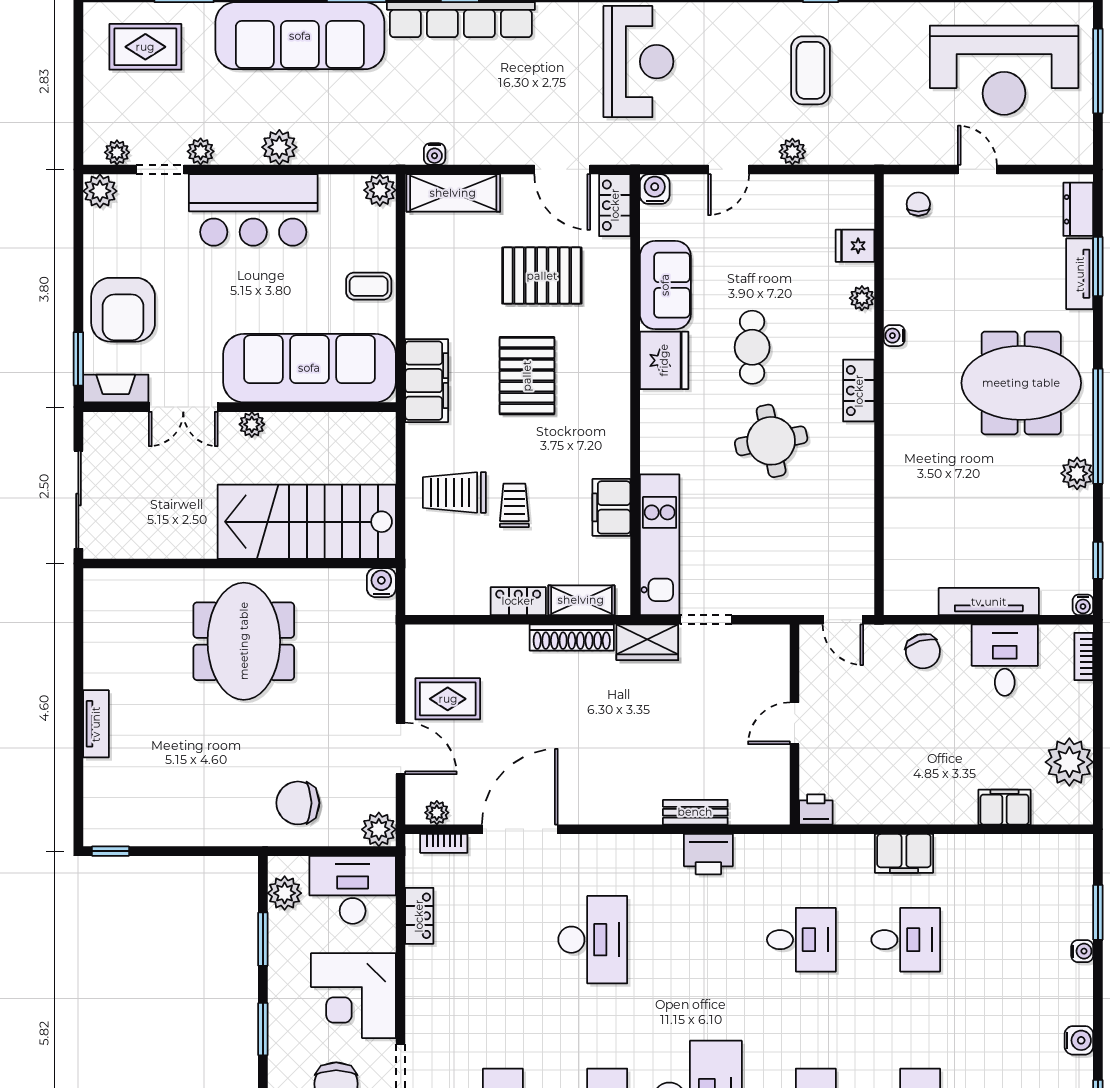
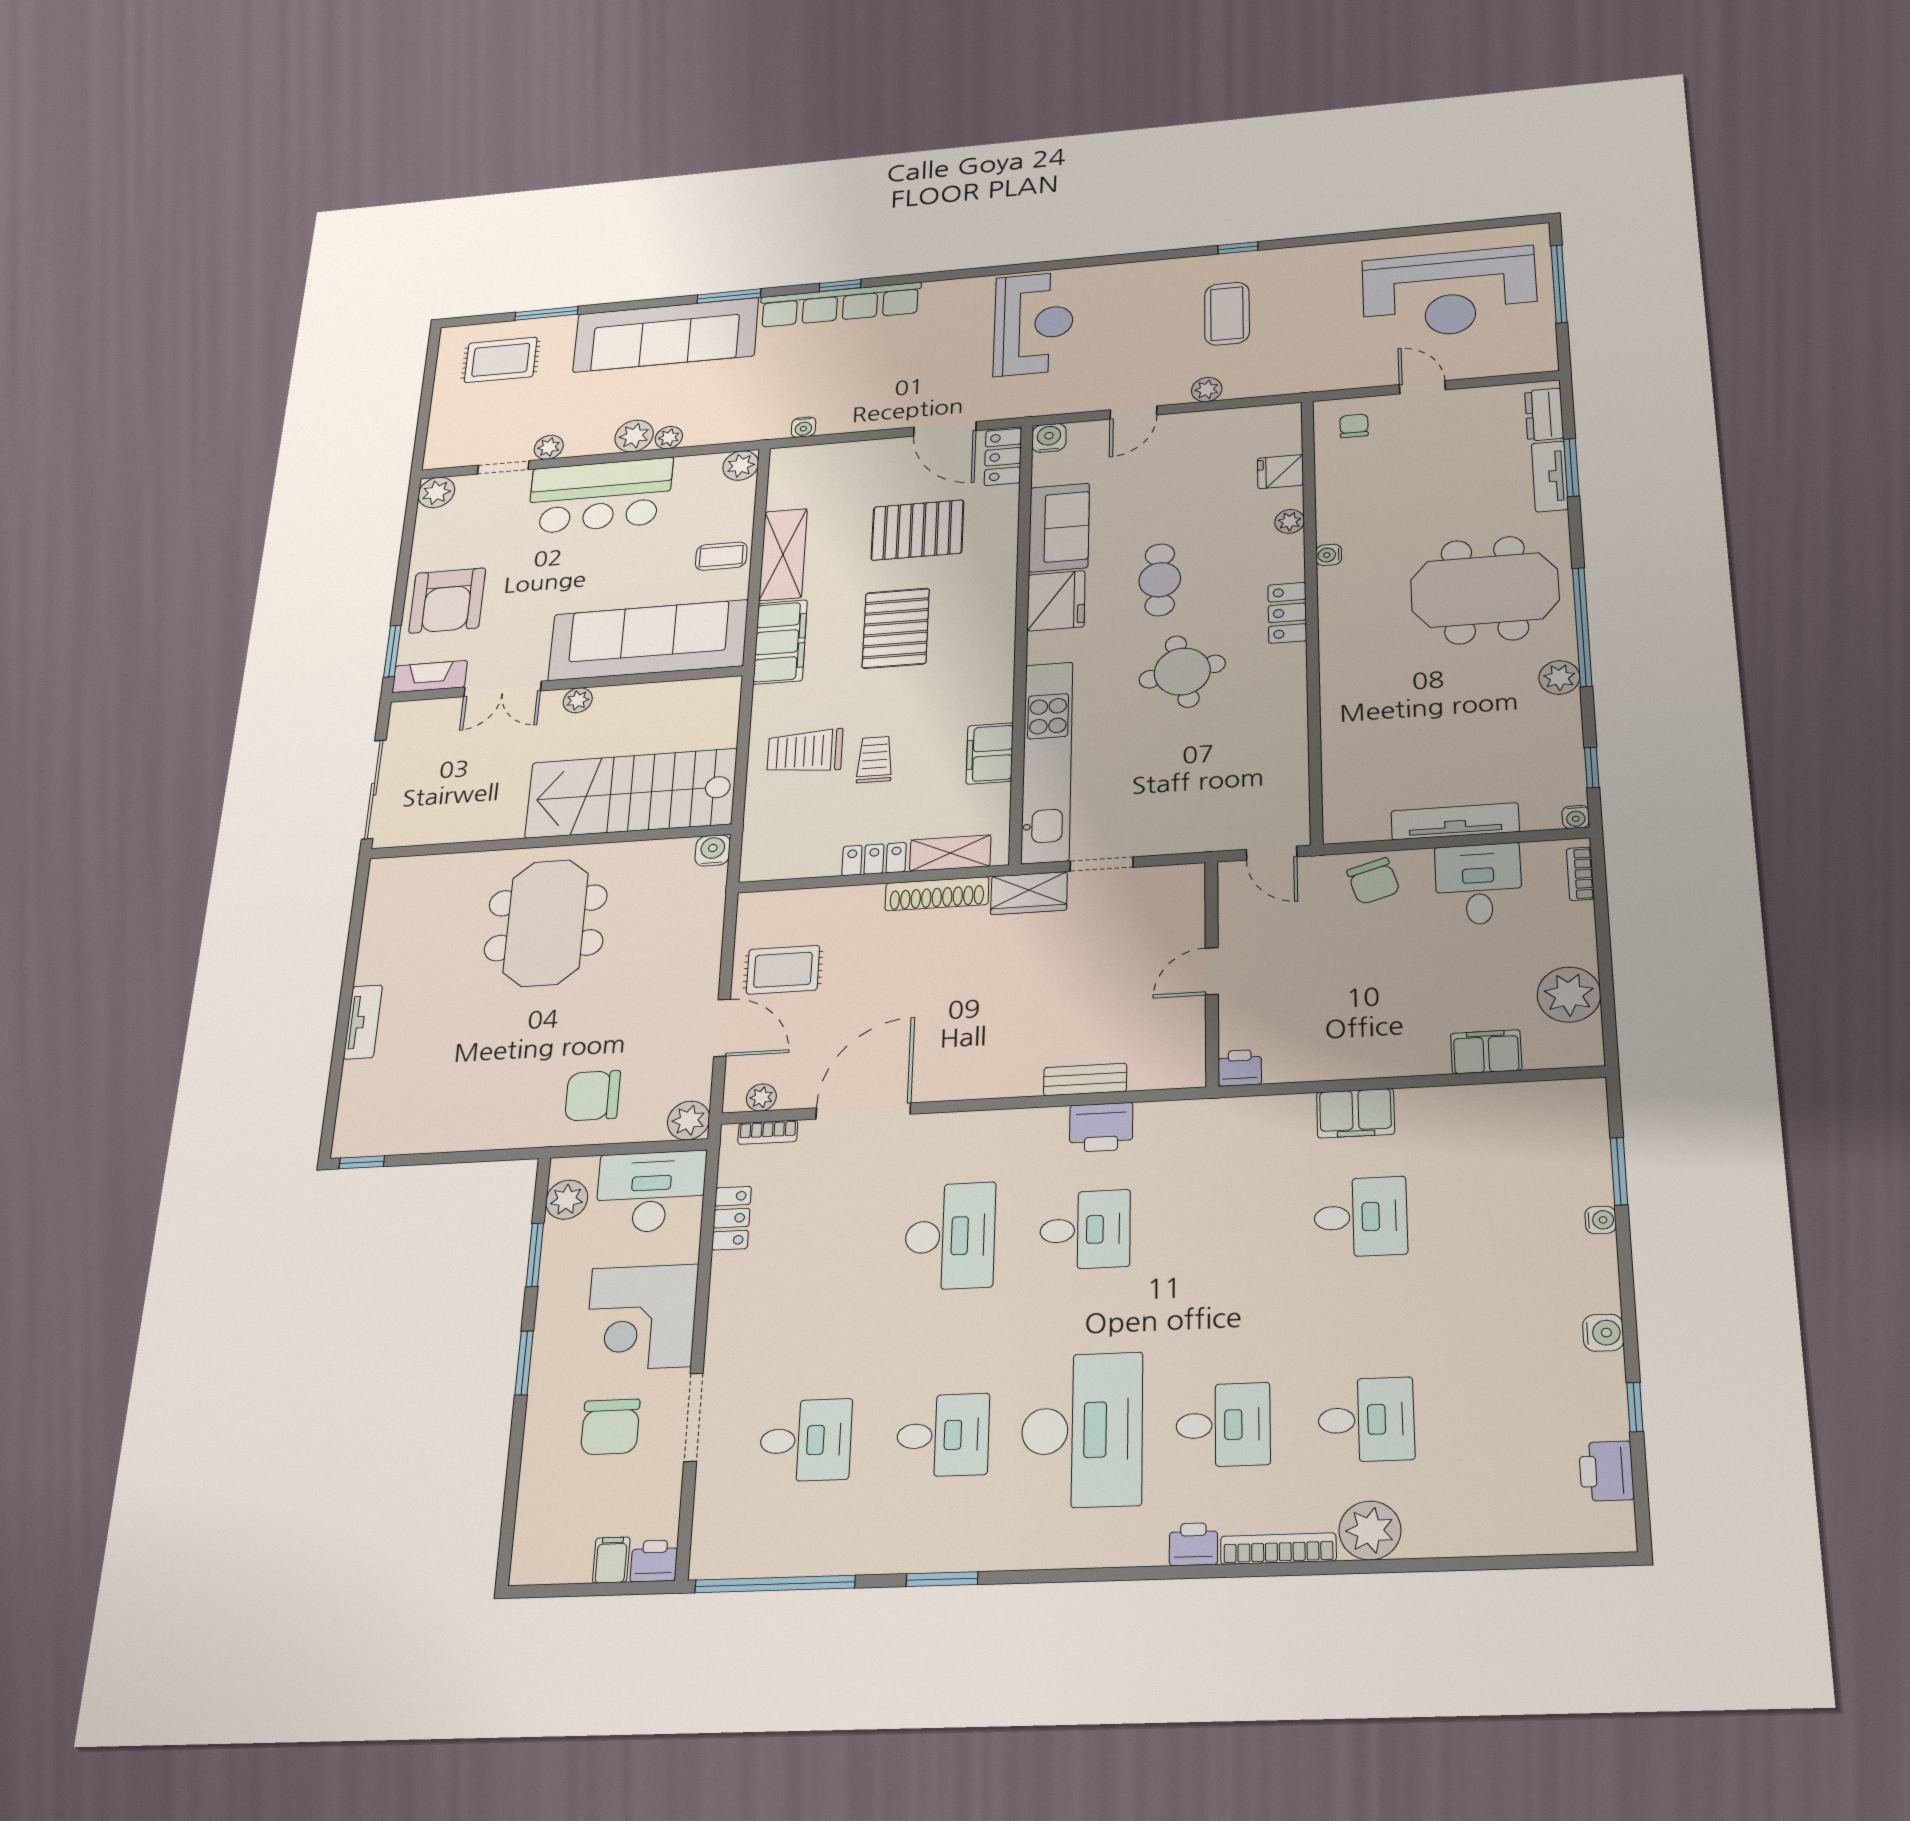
plant: (117, 152) -> (669, 438), moved
shelving: (453, 193) -> (783, 555), moved, turned 90
kitchen unit: (660, 545) -> (1047, 762), width x1.36
desk: (801, 940) -> (1085, 1230), moved

